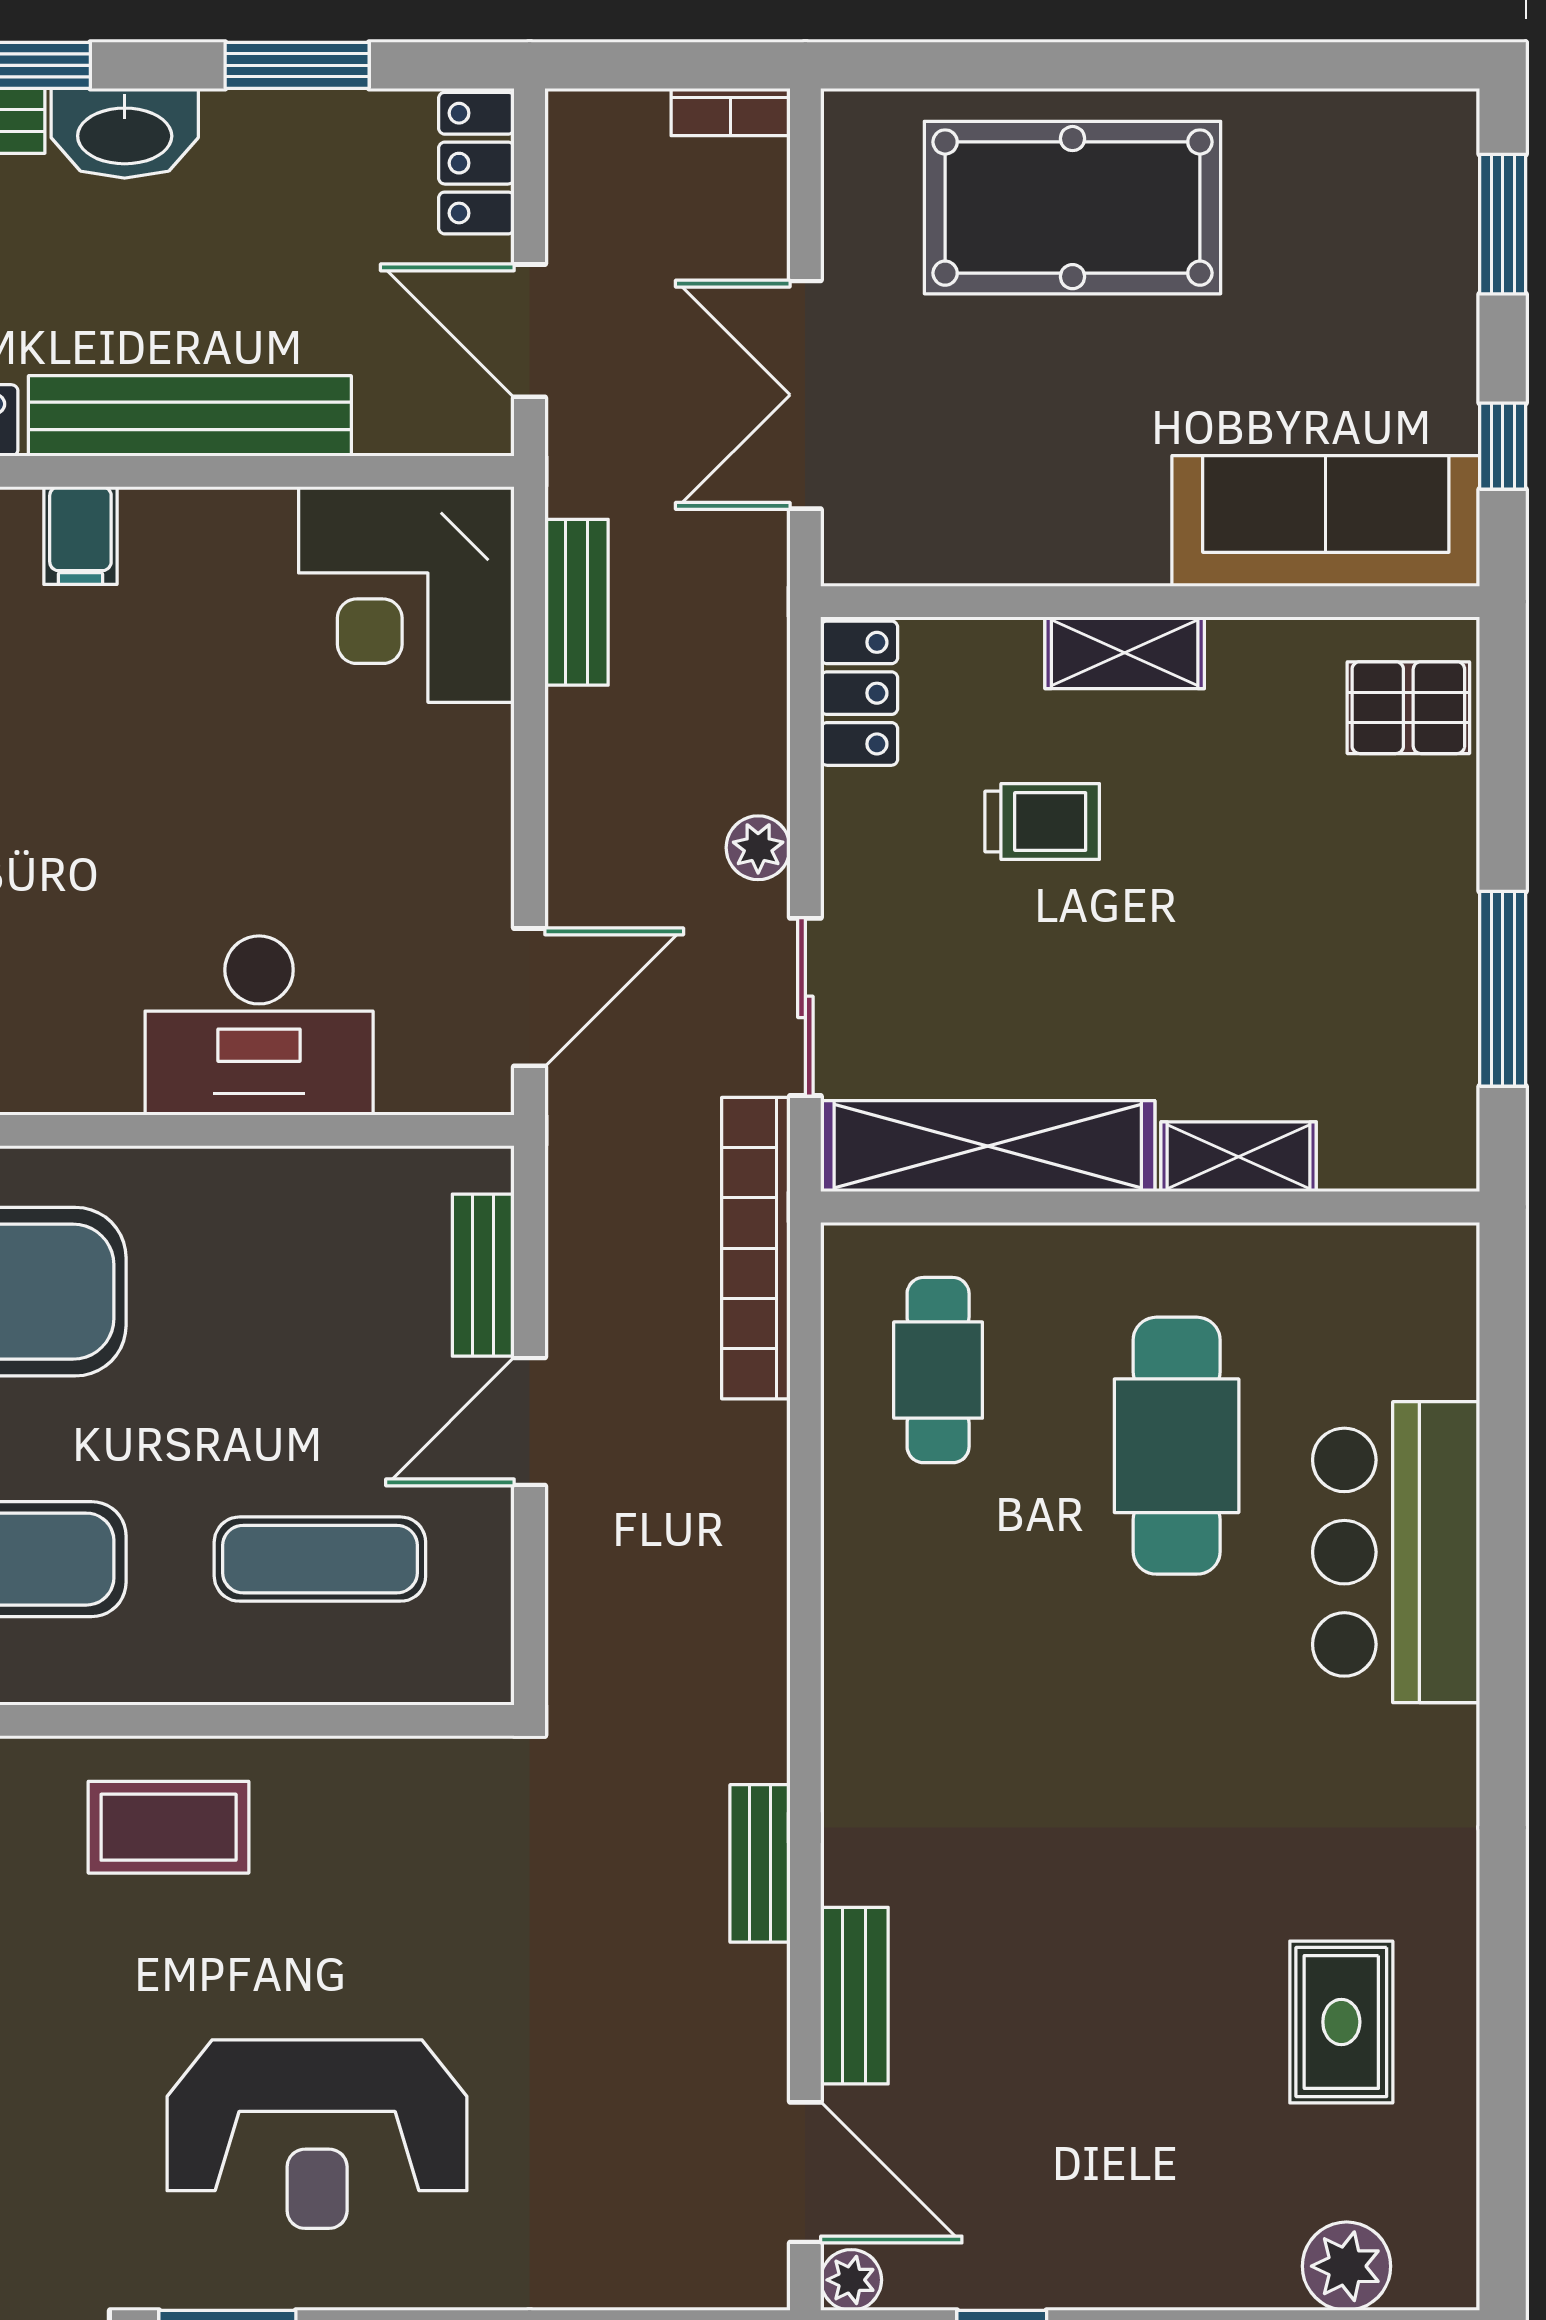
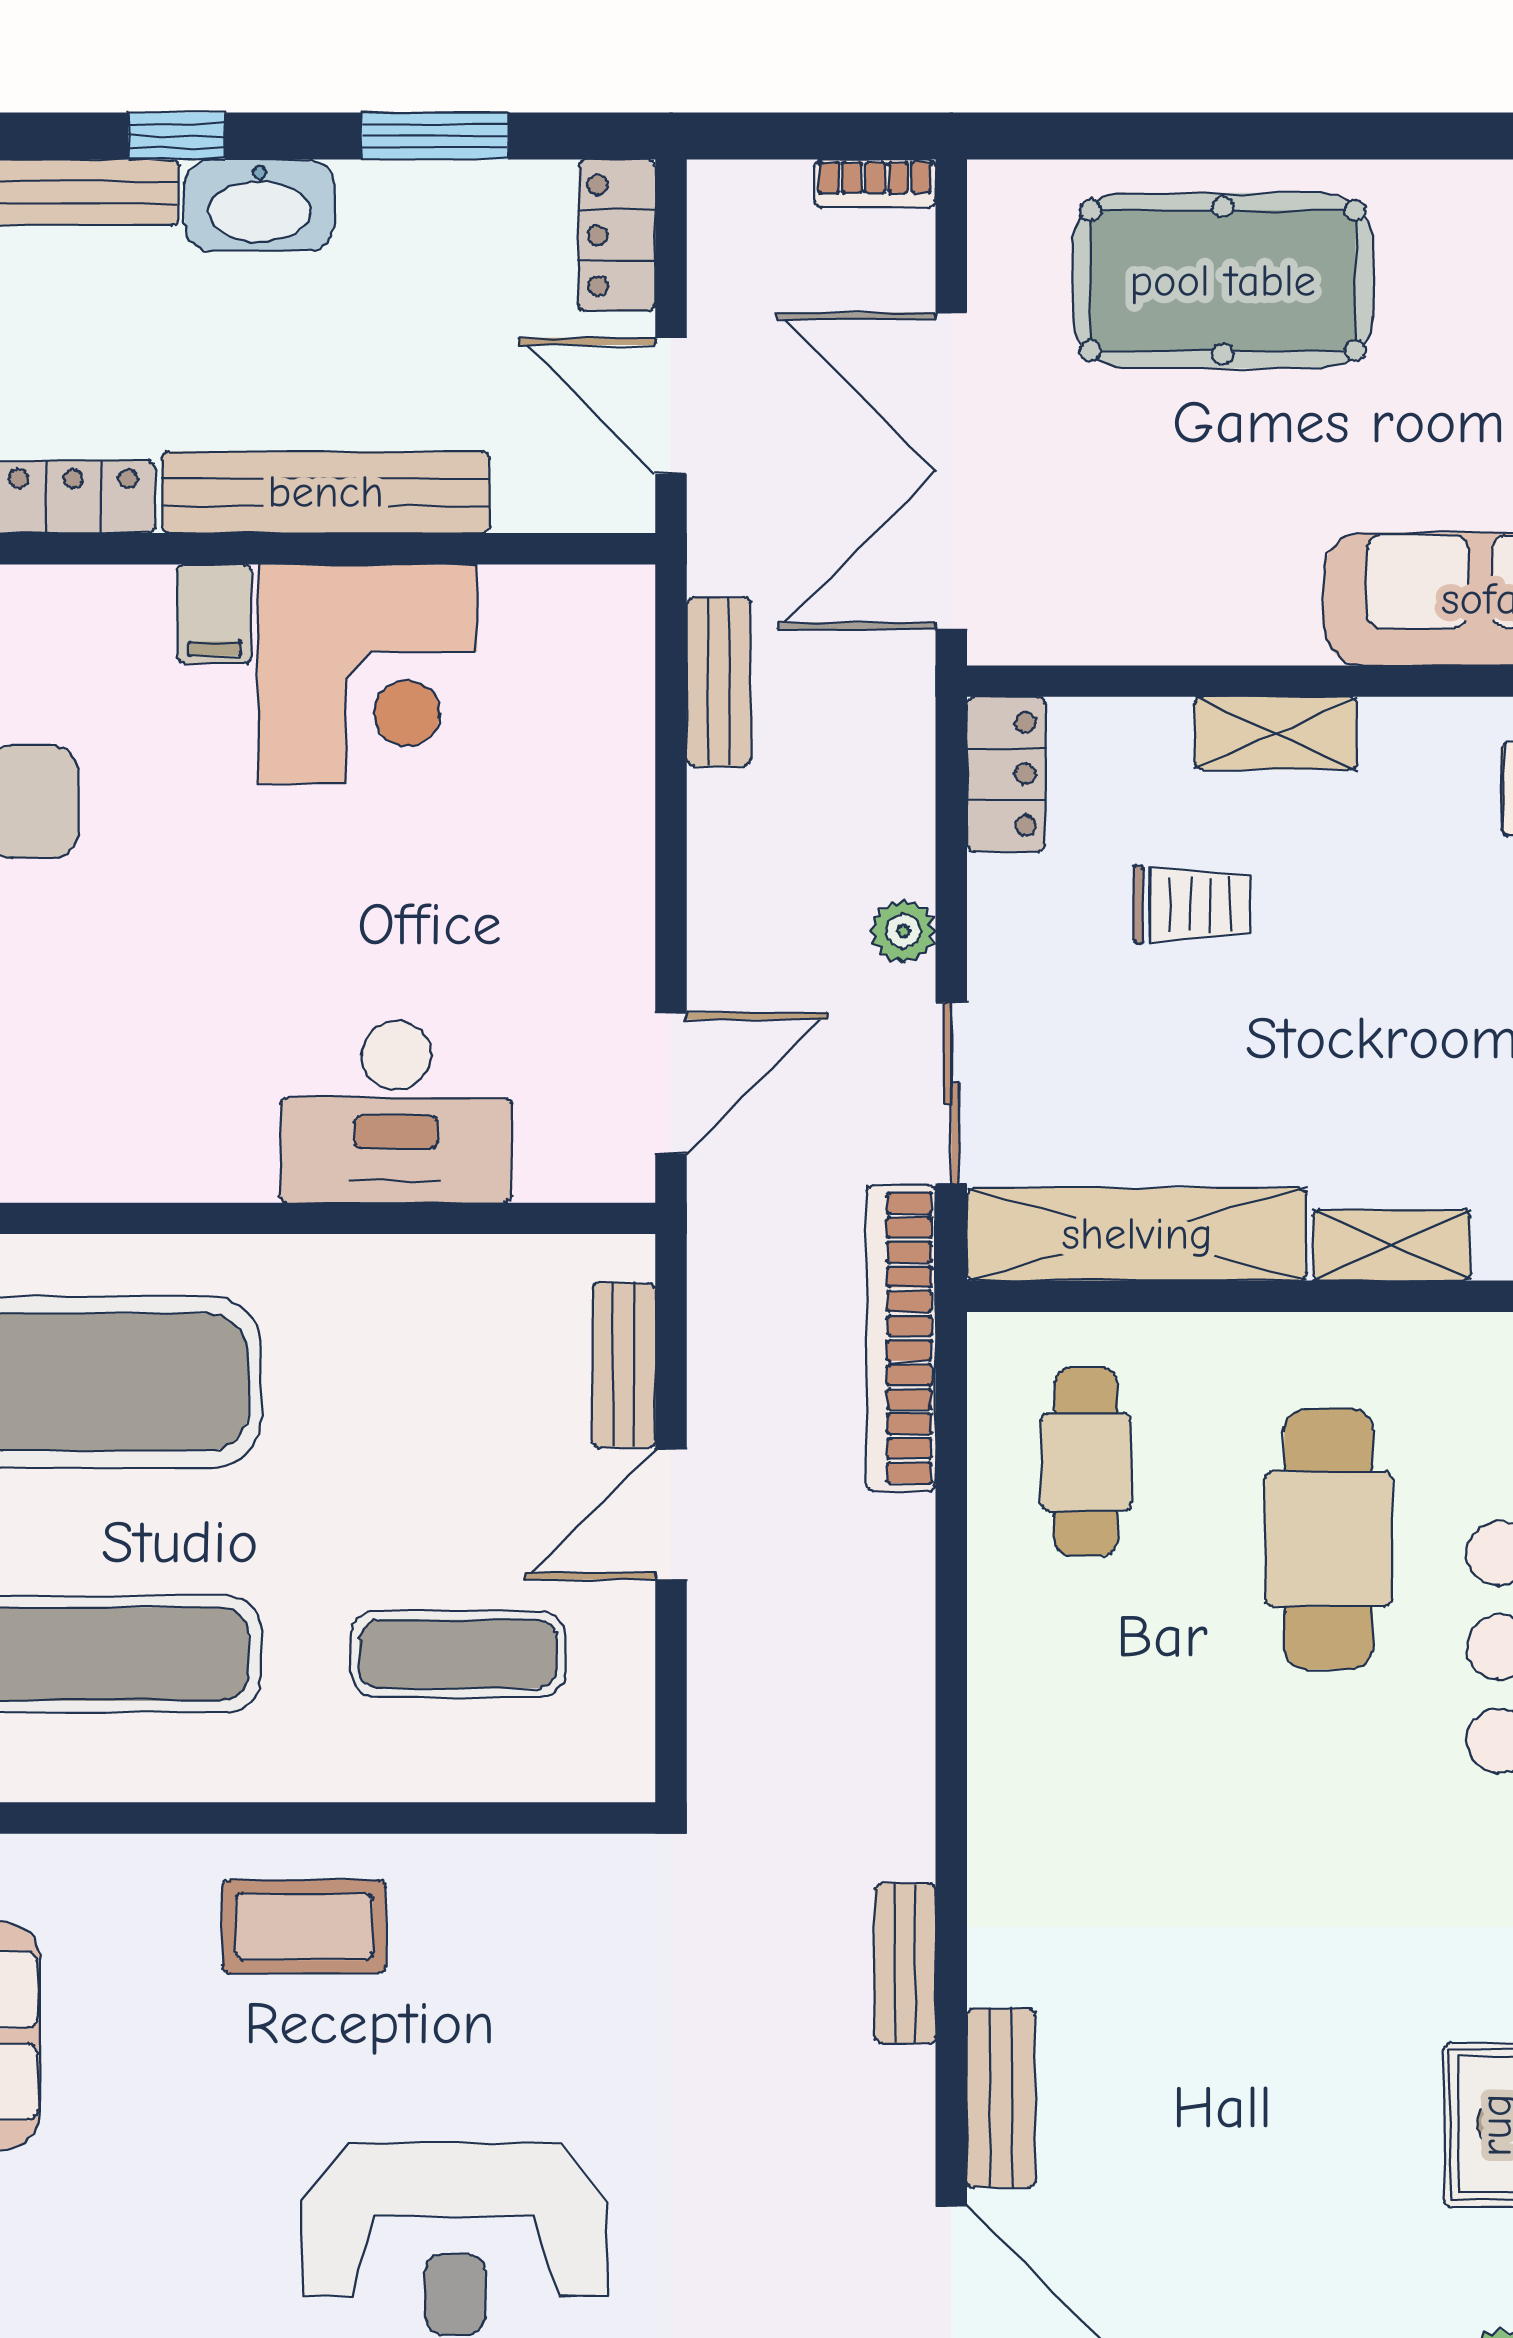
double door: (805, 395) -> (951, 471), width x1.36
corner desk: (406, 595) -> (368, 674), moved, turned -90

